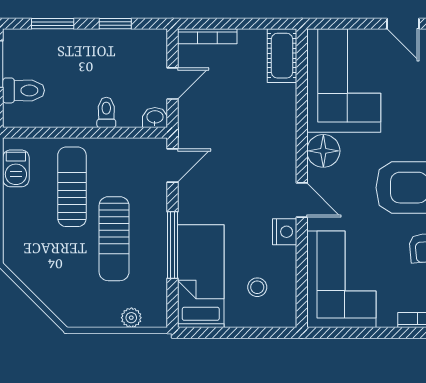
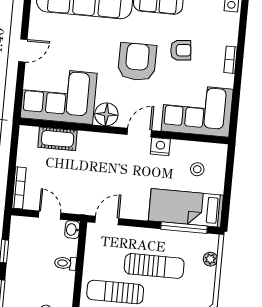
cot: (282, 56) -> (58, 139), moved
door: (172, 166) -> (107, 220), hinge flipped
window: (172, 245) -> (184, 228), moved

